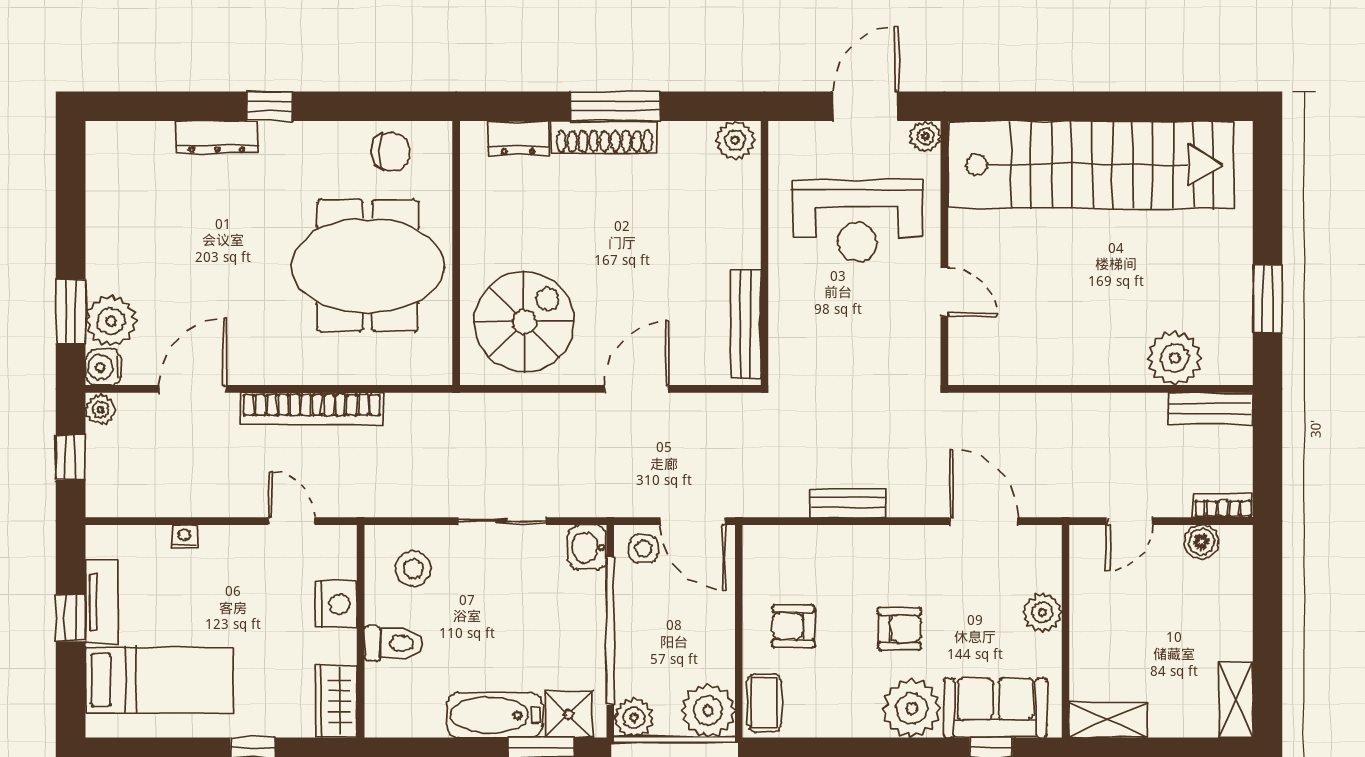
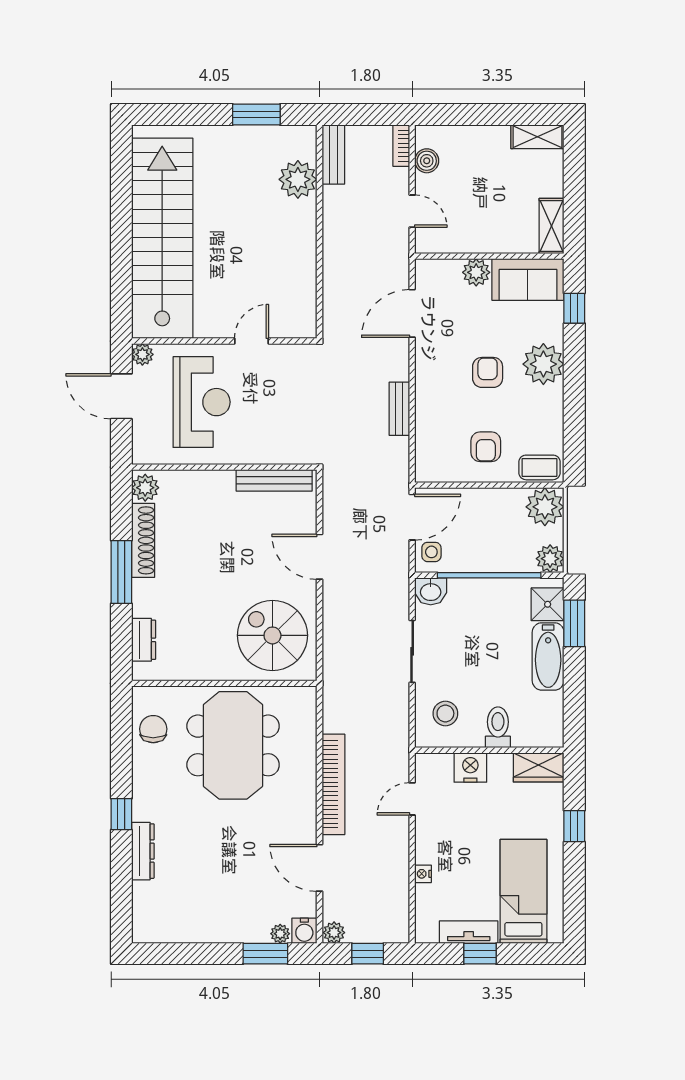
shoe rack: (605, 137) -> (143, 540), moved
plant: (111, 321) -> (280, 934), width x0.53, depth x0.53
sofa: (995, 708) -> (528, 279), moved, turned -90

